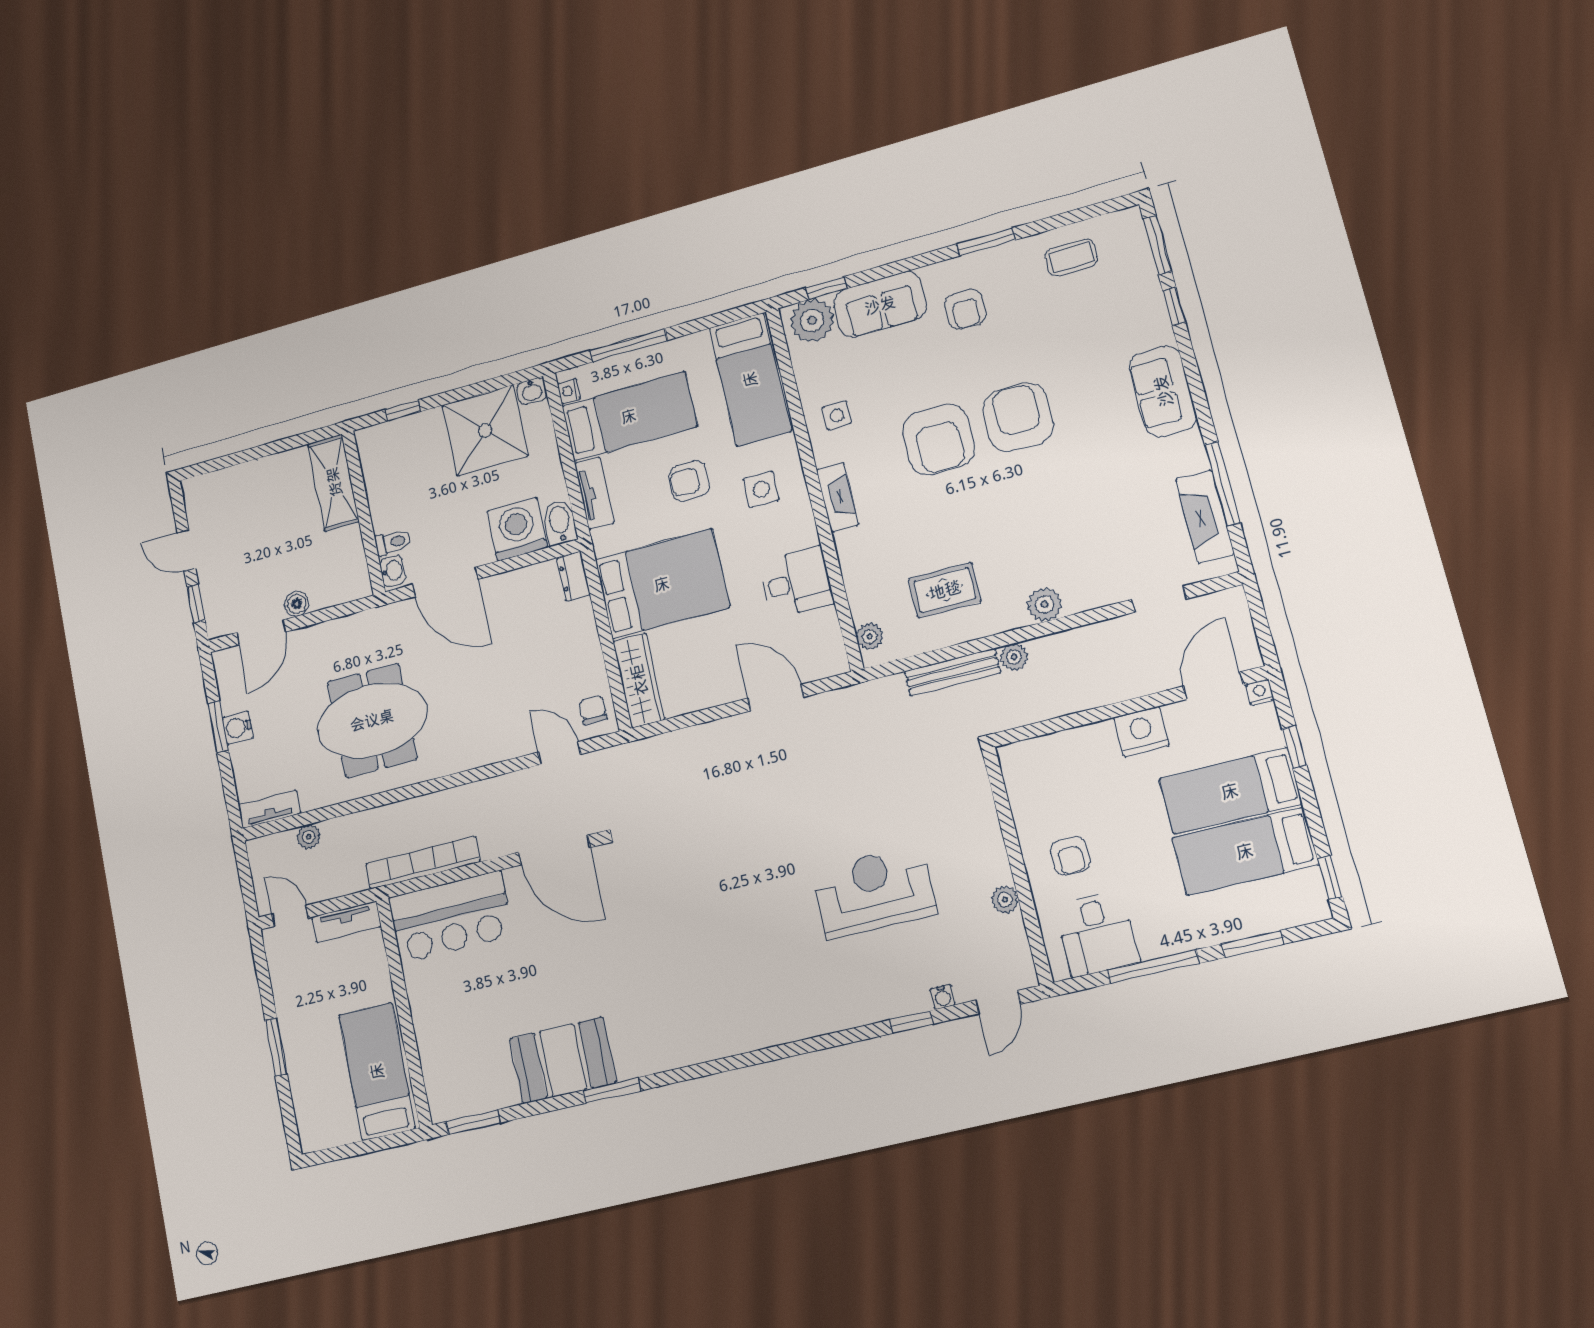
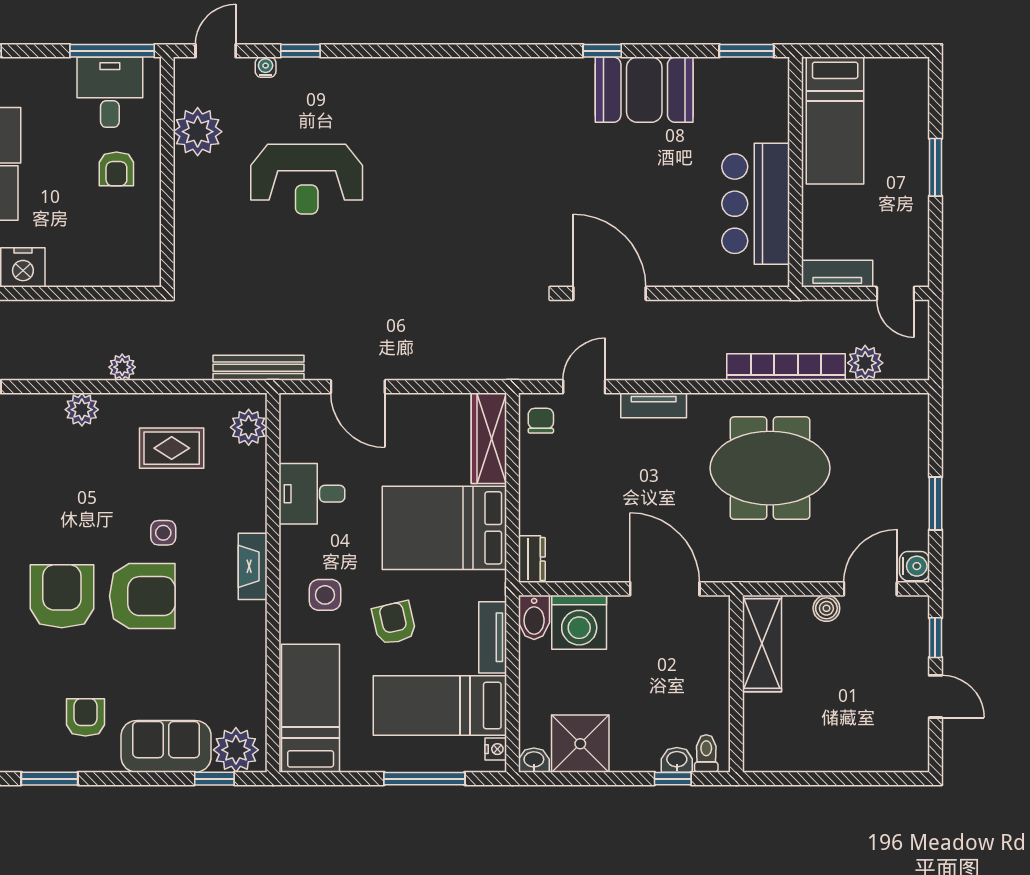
side table: (837, 415) -> (163, 533), moved
armchair: (1018, 417) -> (62, 596), turned 180
shower: (485, 430) -> (580, 744), width x0.73, depth x0.73
armchair: (938, 440) -> (142, 596), turned 90
armchair: (689, 481) -> (394, 623), turned -103
shelving: (334, 482) -> (762, 643), moved
toilet: (393, 542) -> (706, 754), moved, turned 90
washbasin: (393, 571) -> (677, 760), moved, turned 90
plant: (870, 636) -> (249, 427), width x1.38, depth x1.38
bench: (952, 672) -> (258, 368), moved
chair: (593, 710) -> (541, 421), turned 180
water cooler: (238, 728) -> (914, 566), moved
door: (559, 753) -> (584, 387), swing flipped
tv unit: (270, 809) -> (654, 405), moved
plant: (309, 837) -> (865, 363), width x1.38, depth x1.38
armchair: (1070, 856) -> (116, 169), turned 180
bookcase: (423, 863) -> (786, 367), moved, turned 180
plant: (1005, 900) -> (198, 132), width x1.87, depth x1.87
bar counter: (450, 917) -> (756, 204), moved, turned -90
window: (1153, 967) -> (112, 51), moved
window: (611, 1091) -> (602, 51), width x0.67

